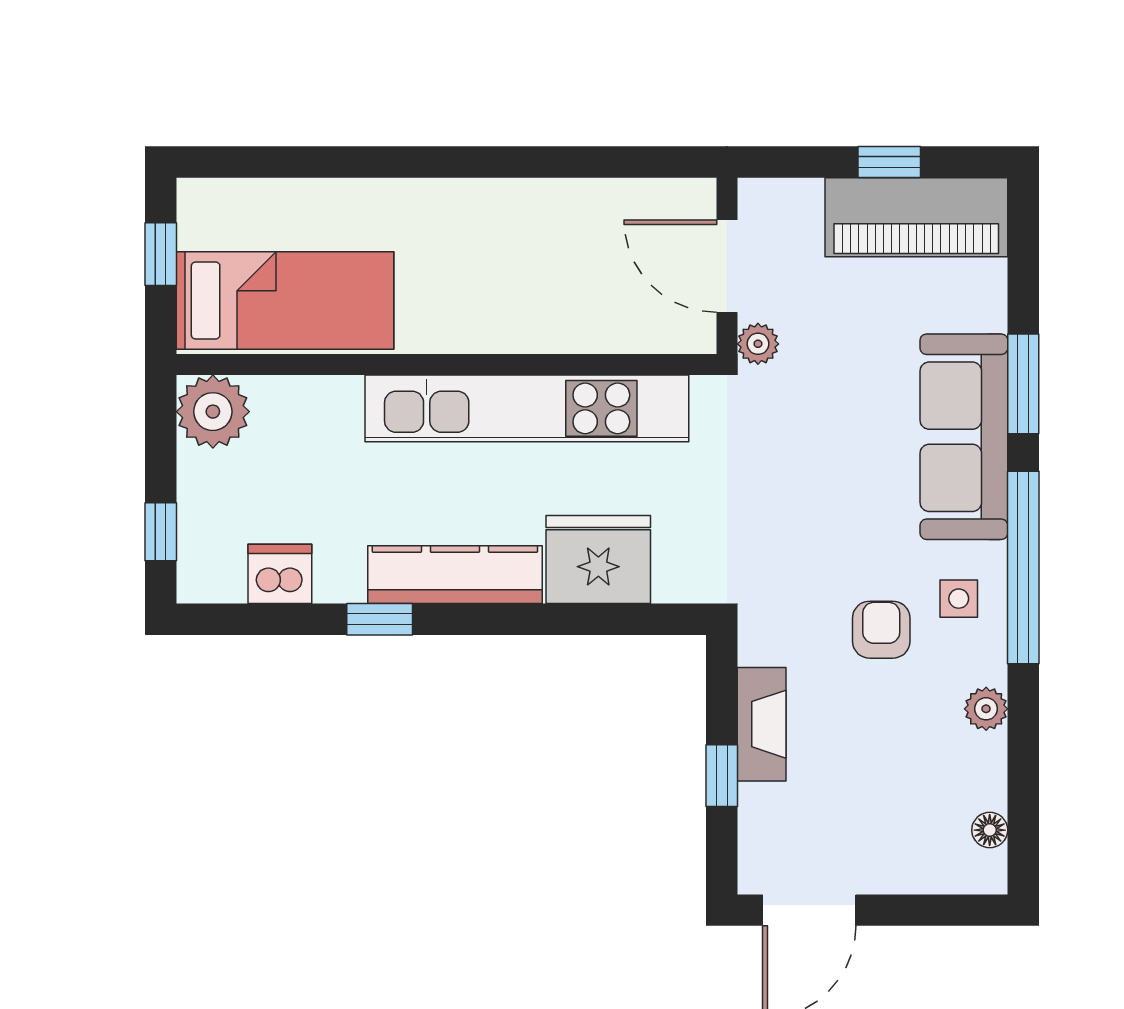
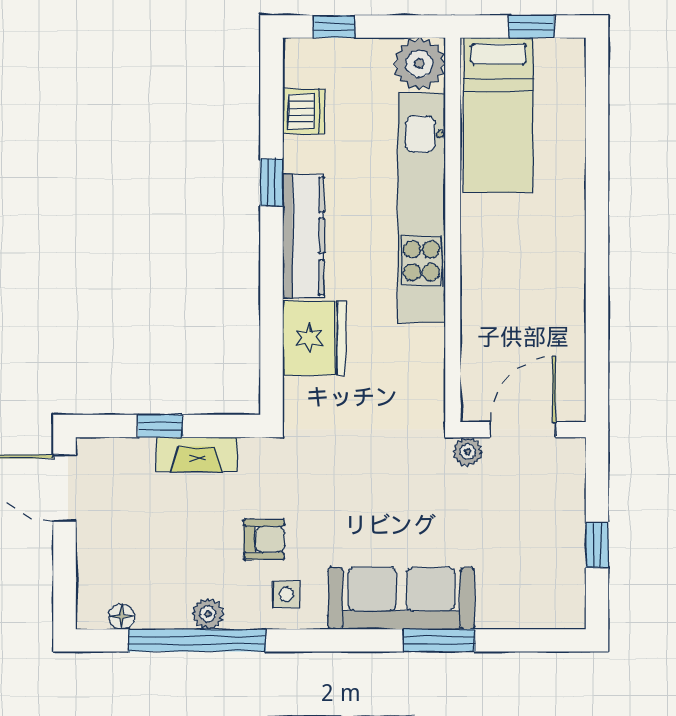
piano: (916, 217) -> (558, 564), removed
kitchen unit: (527, 408) -> (422, 208), moved
window: (1023, 567) -> (197, 640), moved

